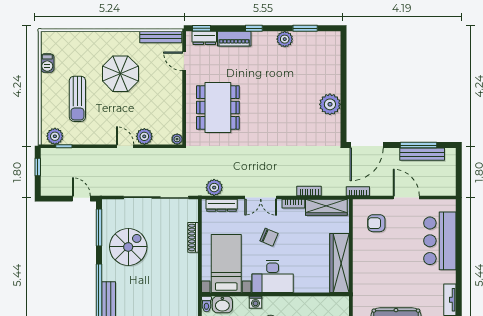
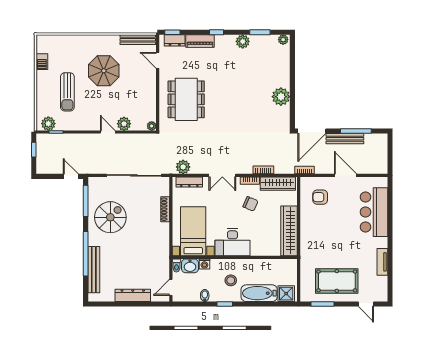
plant: (333, 37) -> (283, 40), added
bench: (422, 154) -> (345, 139), moved
chair: (269, 237) -> (250, 204), moved
washing machine: (255, 302) -> (204, 264), moved

